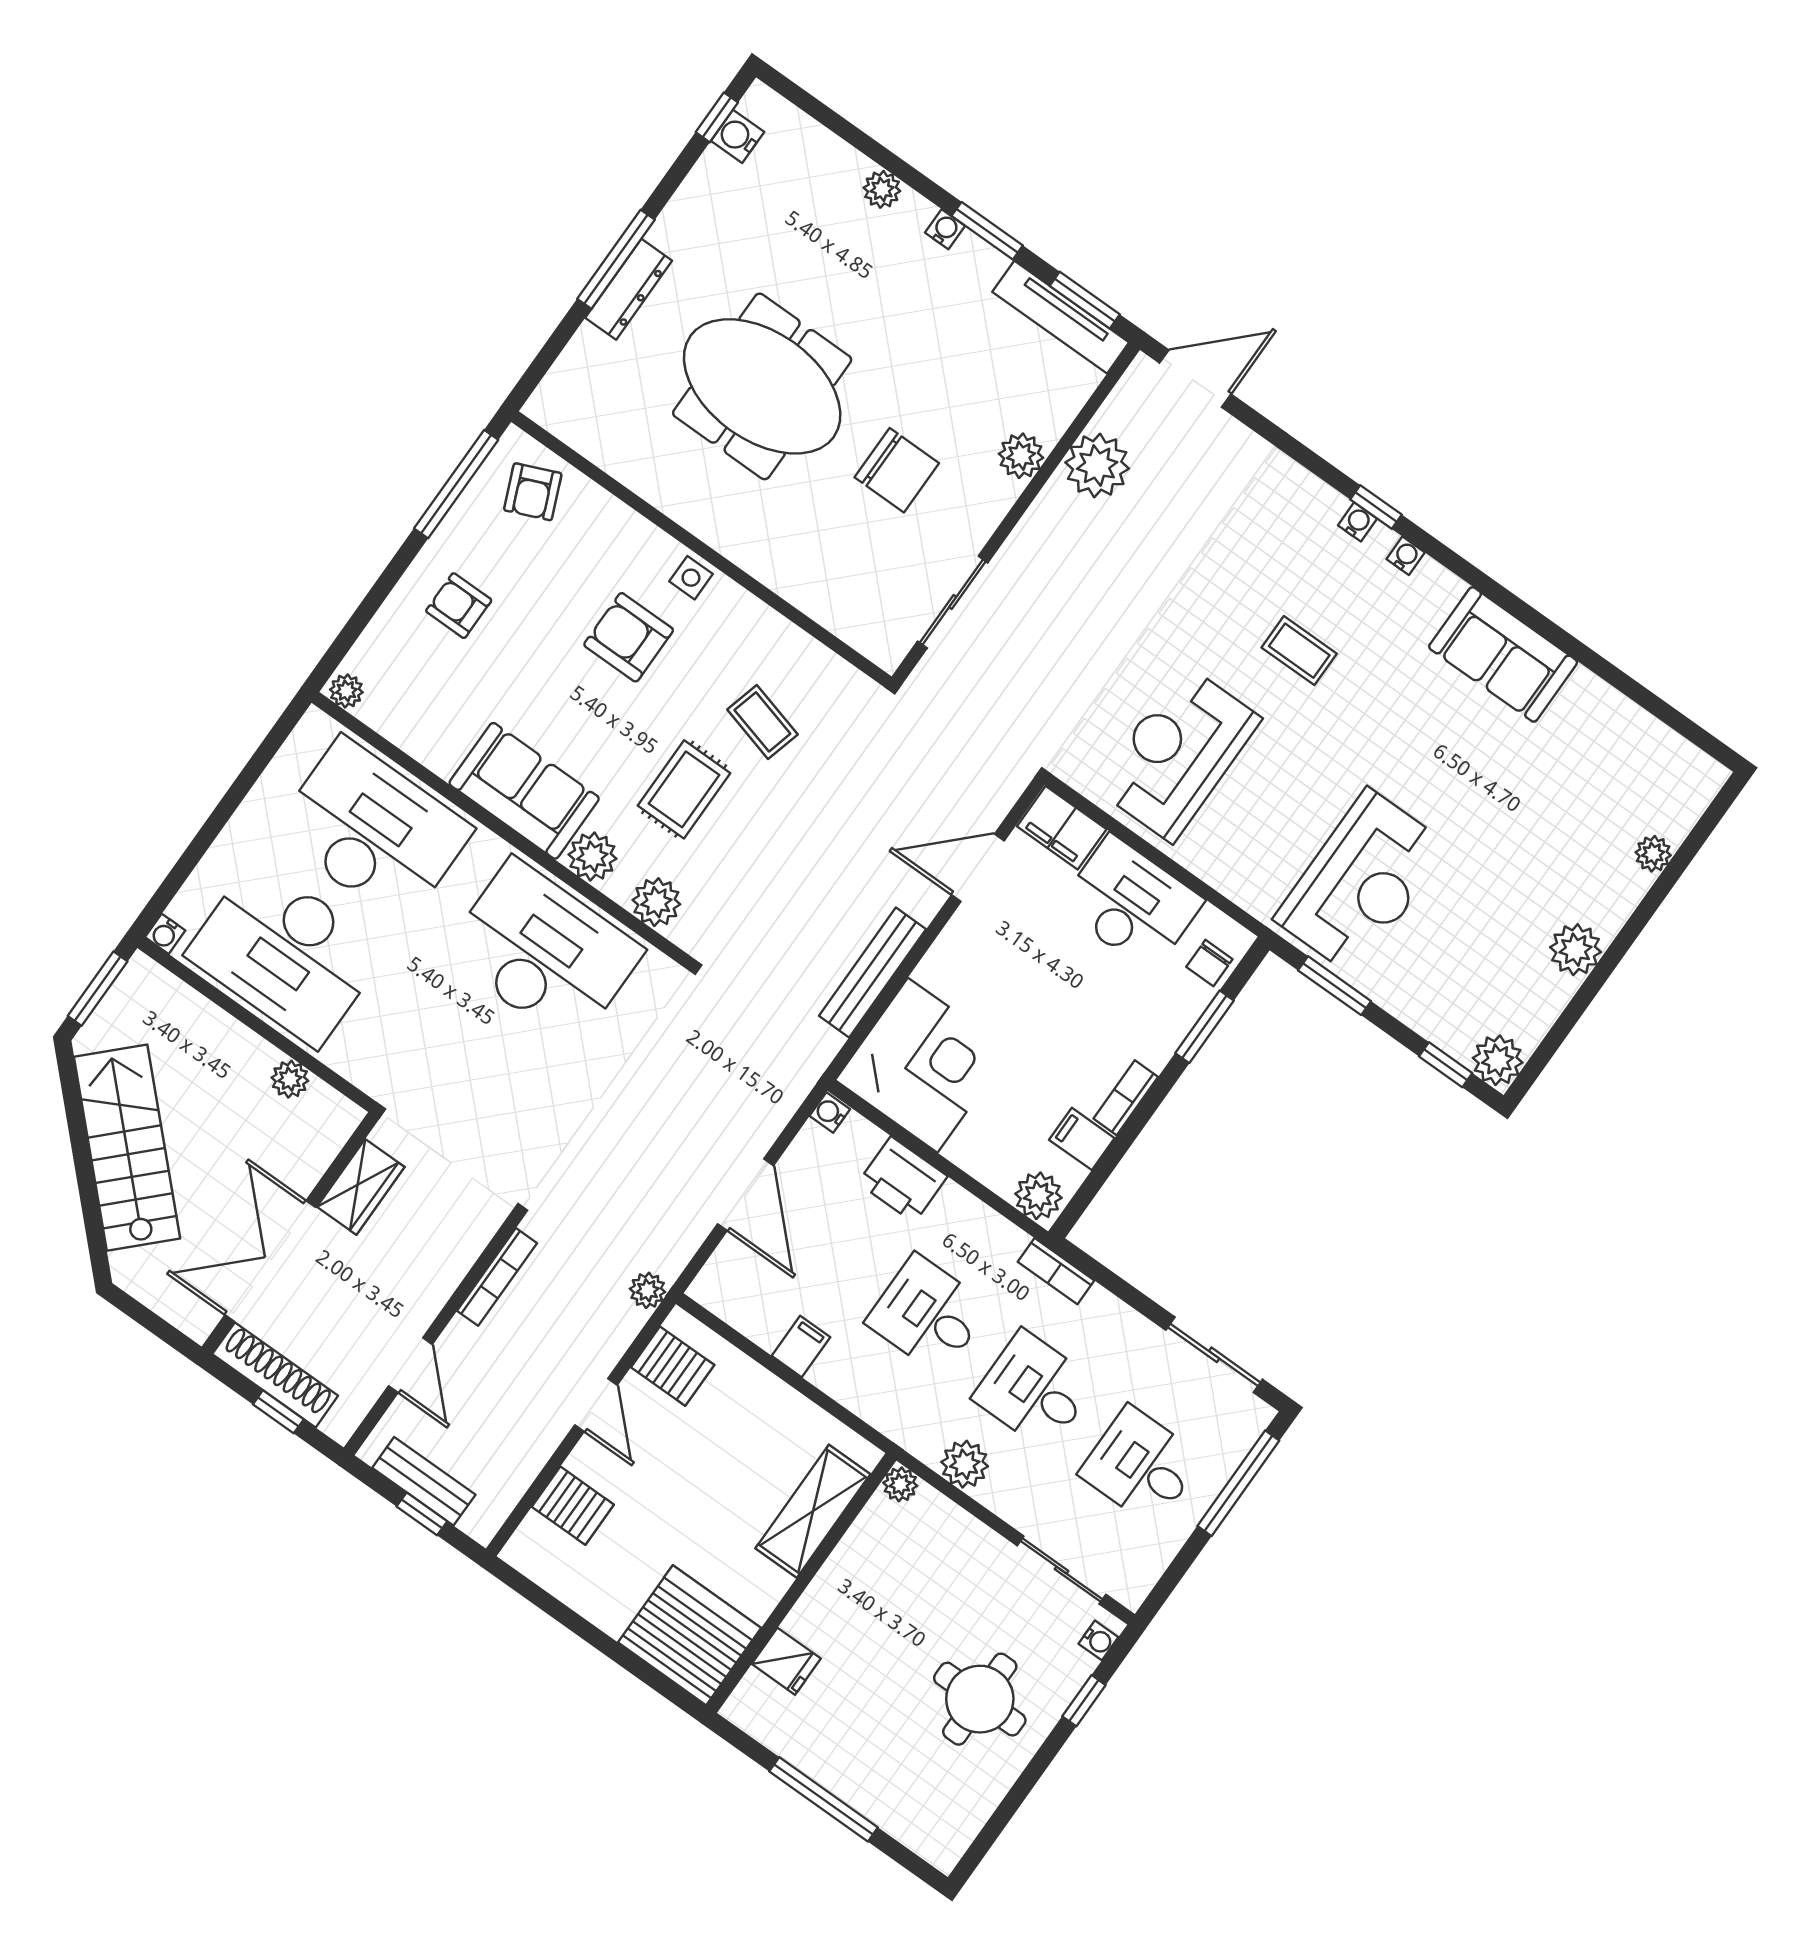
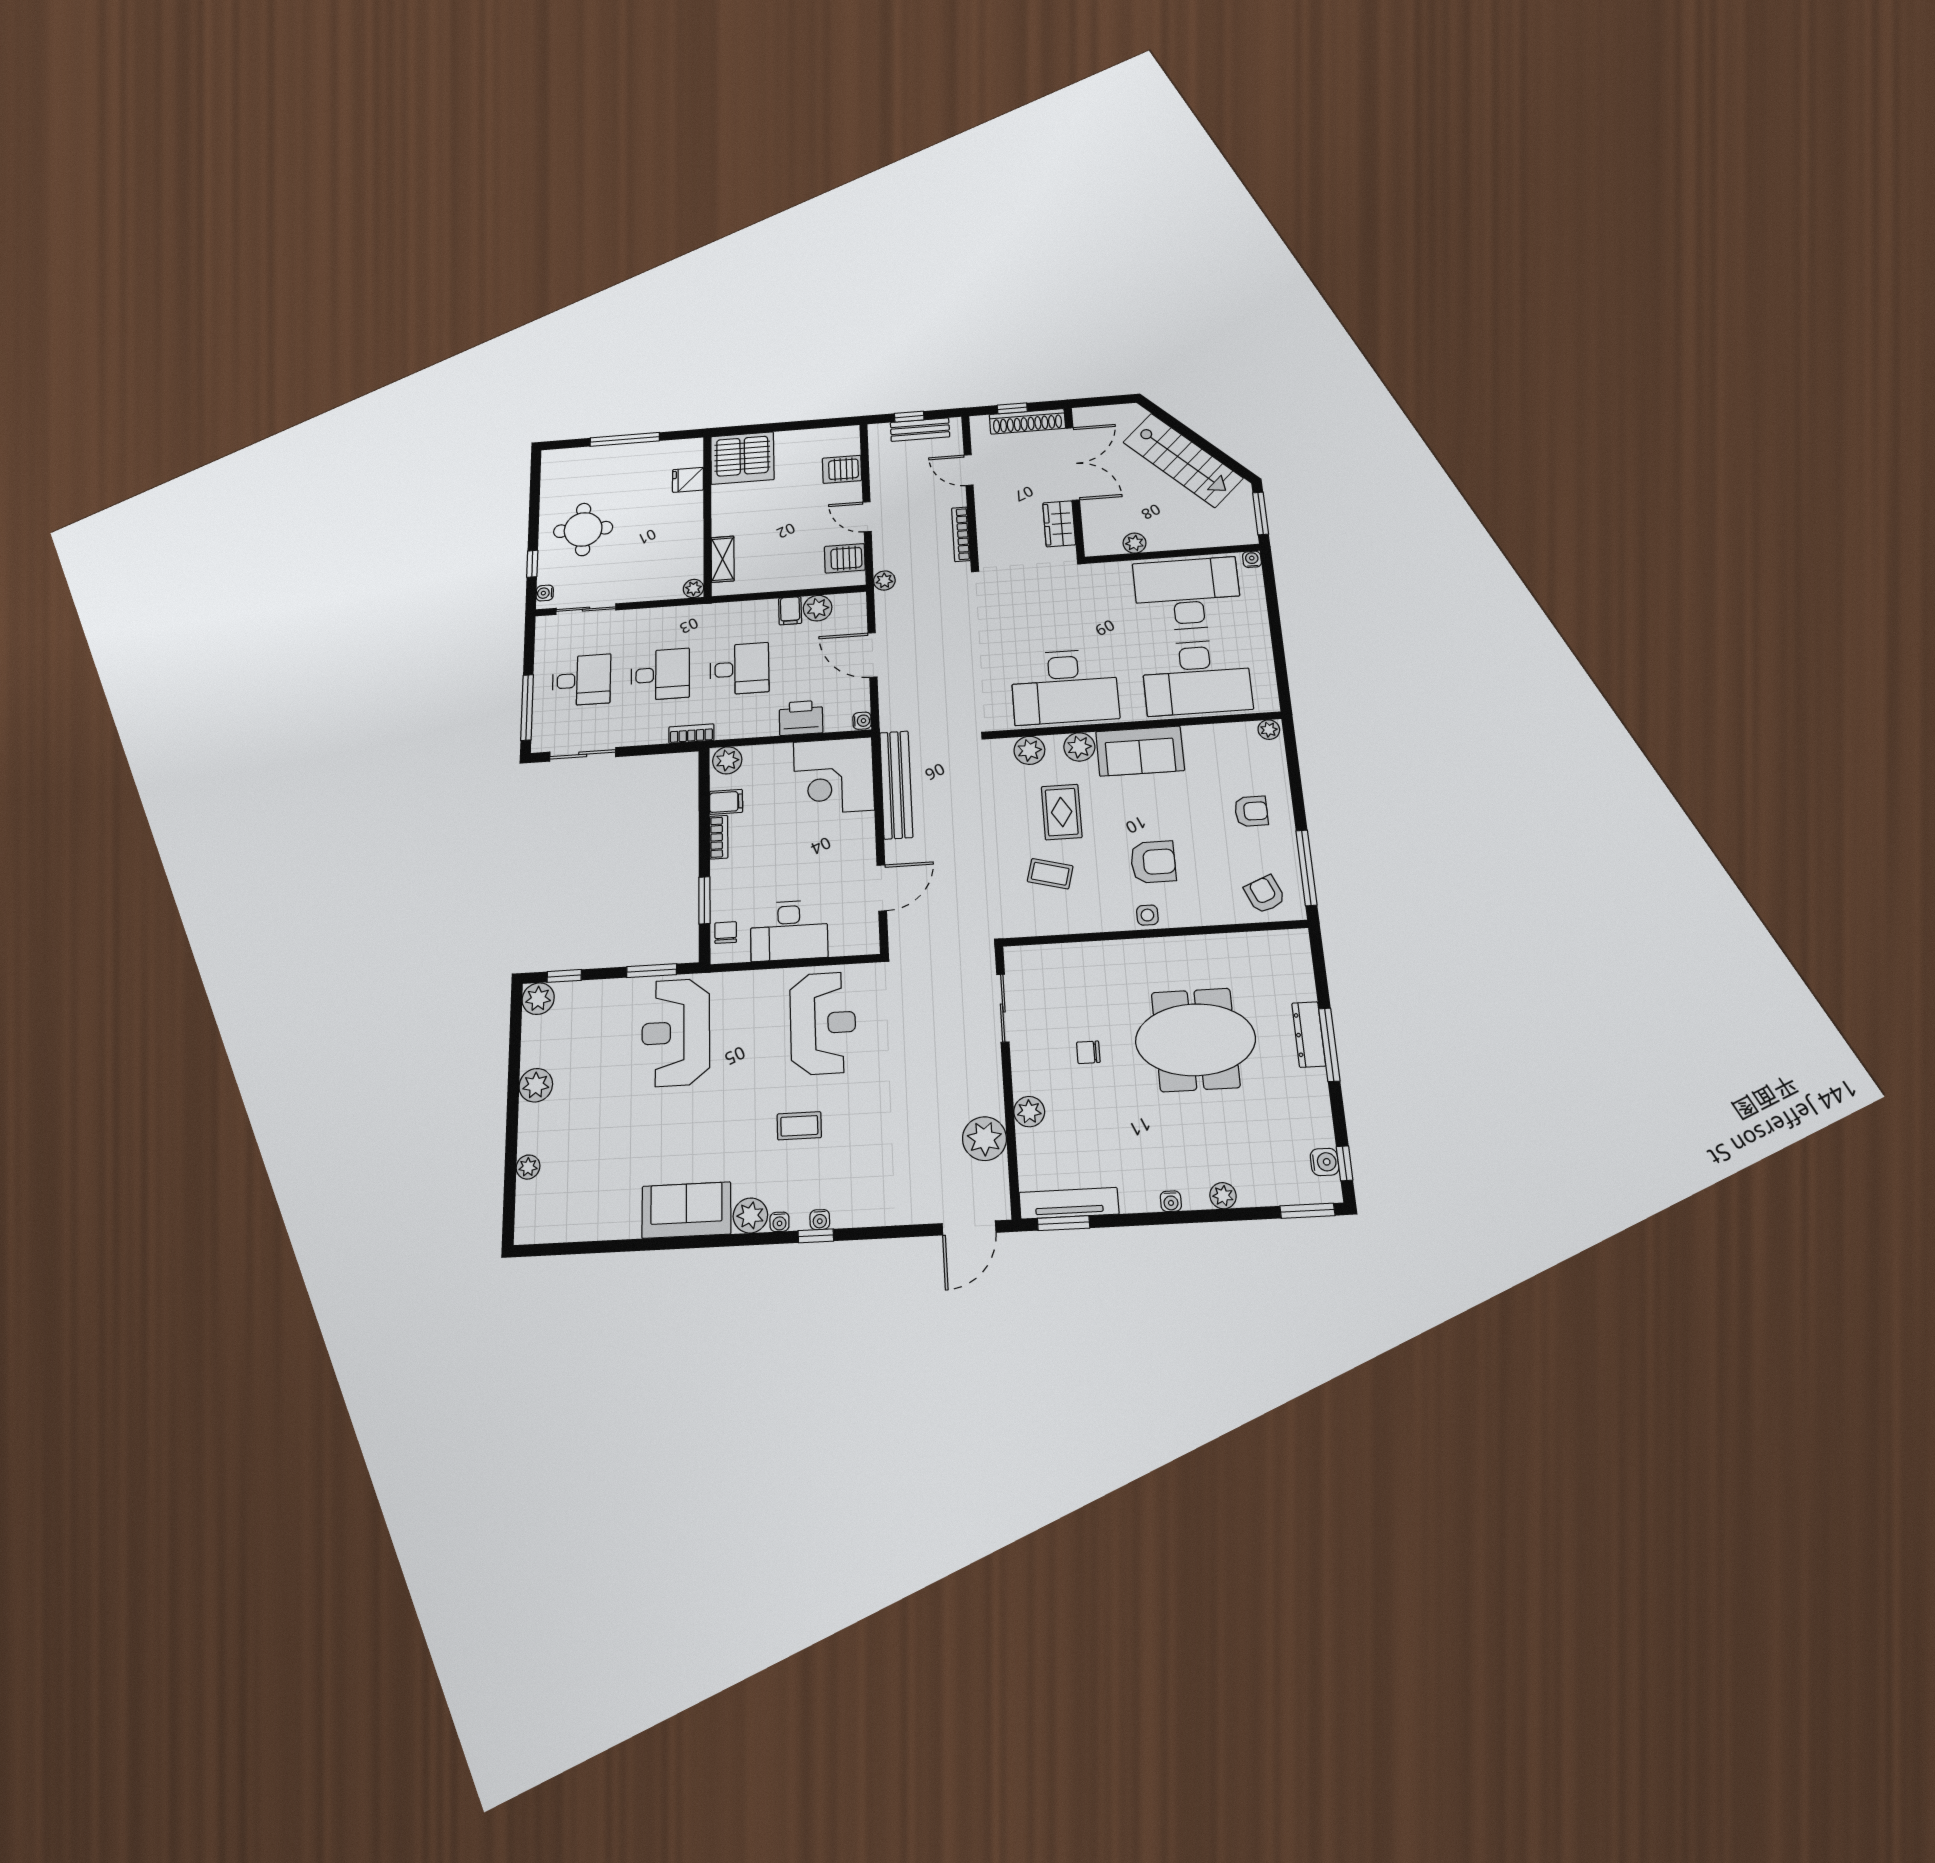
window: (987, 231) -> (1307, 1211), moved
chair: (897, 470) -> (1088, 1052), width x0.54, depth x0.54
plant: (1434, 590) -> (750, 1215), added
filing cabinet: (1062, 828) -> (854, 940), removed
bench: (872, 973) -> (896, 785), width x1.37, depth x1.21
plant: (965, 1464) -> (818, 608), moved
shelving: (813, 1511) -> (723, 559), width x0.67, depth x0.75

